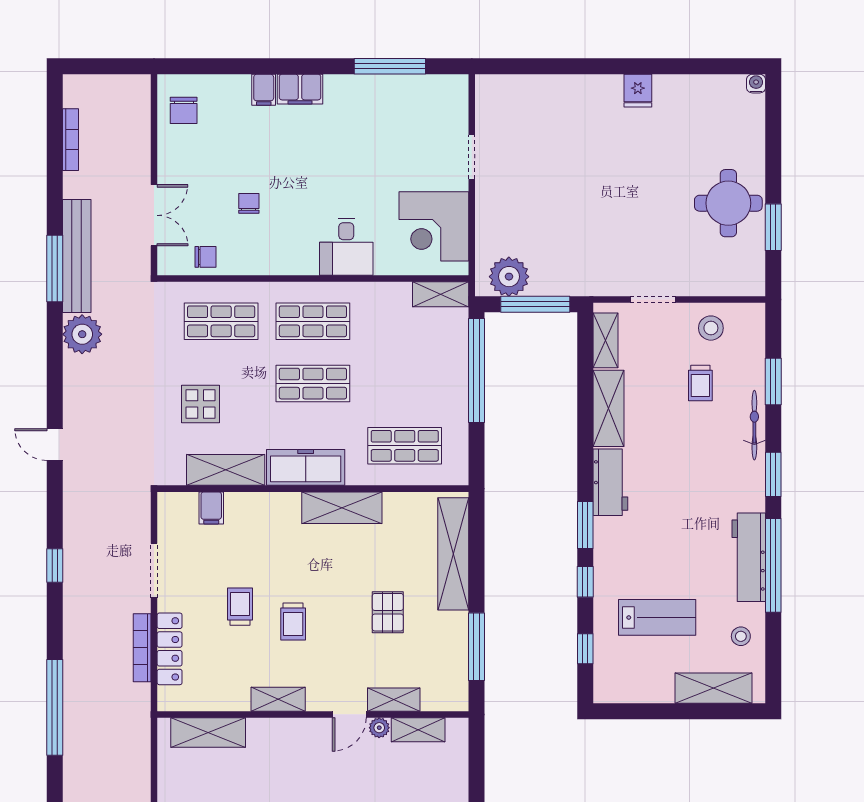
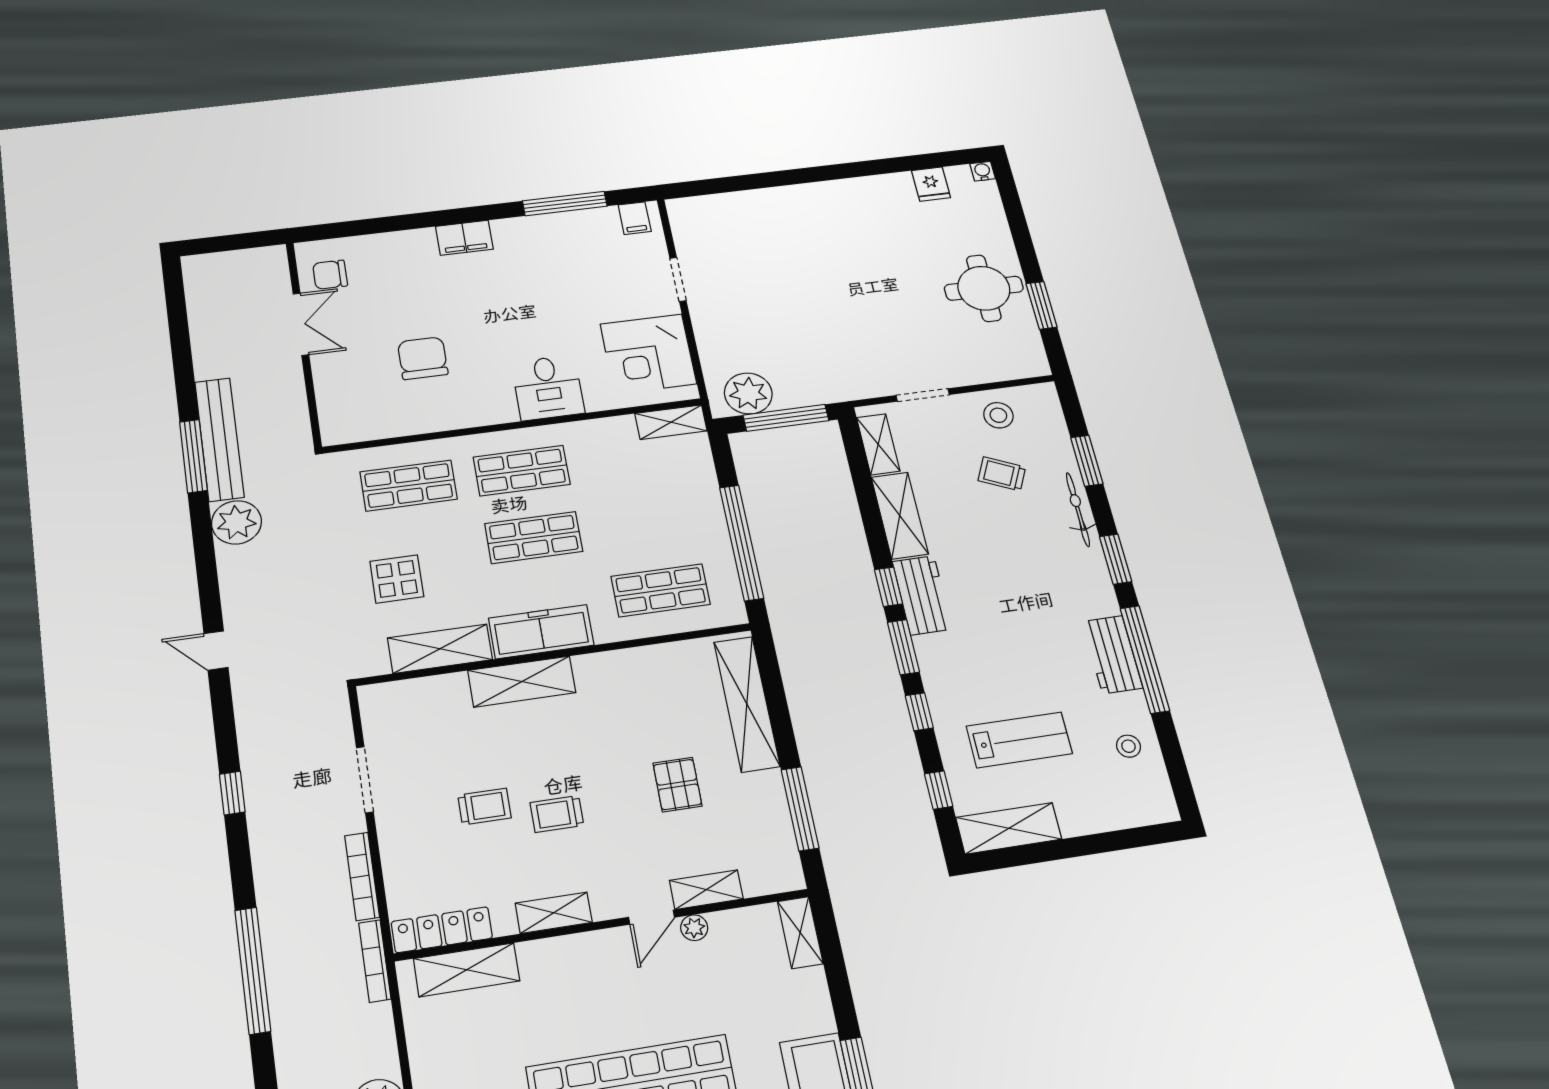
filing cabinet: (264, 90) -> (635, 218), moved
fridge: (638, 91) -> (931, 184), moved
chair: (184, 110) -> (330, 275), turned 90
bookcase: (71, 140) -> (375, 961), moved, turned 180
chair: (249, 203) -> (423, 358), width x1.87, depth x1.87
double door: (154, 215) -> (301, 324), moved
chair: (206, 257) -> (379, 420), removed
window: (477, 370) -> (741, 543), moved
trolley: (700, 383) -> (1002, 474), turned 115
window: (585, 471) -> (889, 587), added
filing cabinet: (211, 508) -> (428, 695), removed
shelving: (342, 508) -> (522, 682), moved
workbench: (749, 557) -> (1112, 655), width x0.73
trolley: (240, 607) -> (484, 807), turned 90
trolley: (293, 621) -> (557, 814), turned 90
locker: (170, 649) -> (442, 930), moved, turned -90
shelving: (714, 688) -> (1009, 828), moved
shelving: (418, 730) -> (800, 933), moved, turned 90

